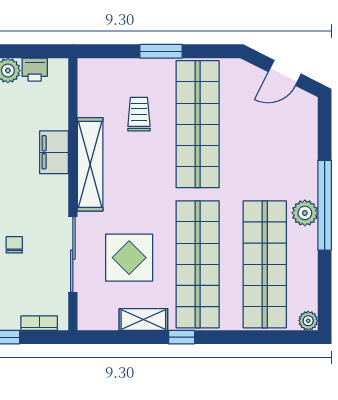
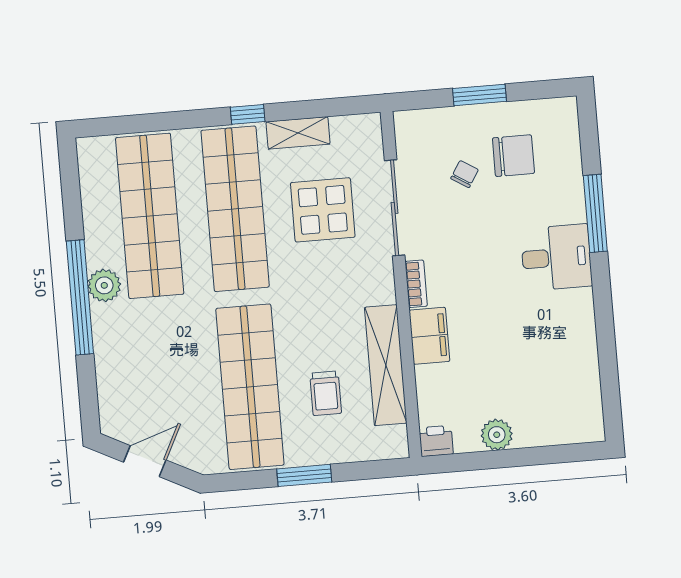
printer: (35, 70) -> (436, 441), moved
shelving: (90, 164) -> (386, 365), moved
chair: (14, 245) -> (465, 174), moved, turned -148
plant: (308, 321) -> (88, 149), removed
bookcase: (39, 323) -> (416, 284), moved, turned -90

